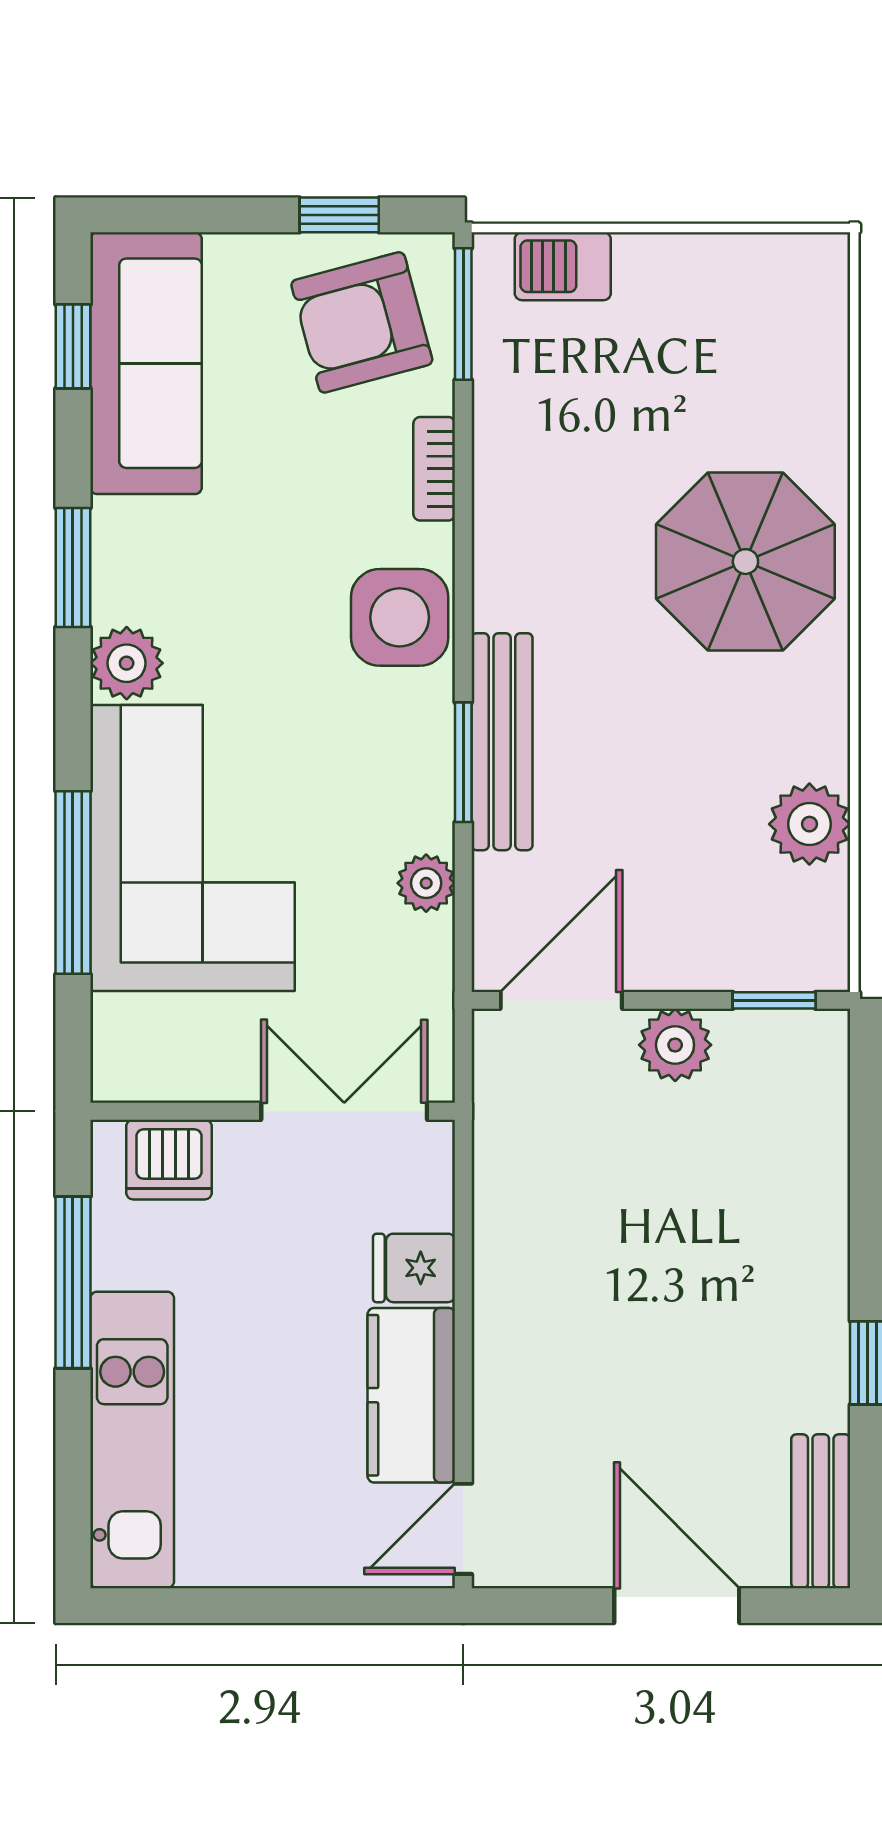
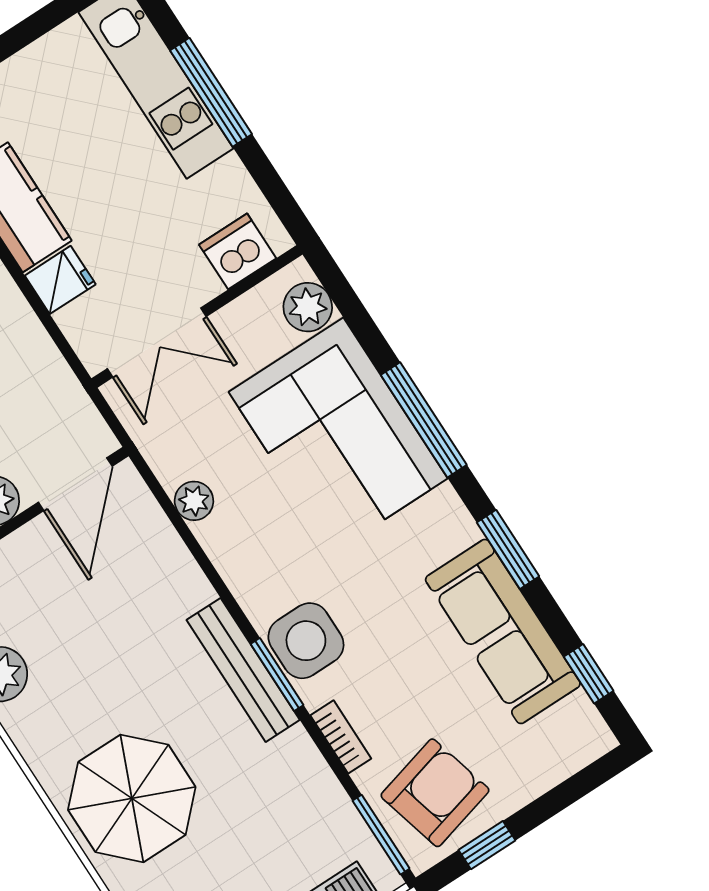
sofa: (146, 363) -> (503, 631), moved
plant: (127, 663) -> (308, 307), moved
bench: (502, 742) -> (243, 670), moved
window: (463, 762) -> (277, 675), moved
window: (73, 883) -> (424, 420), moved
window: (73, 1282) -> (211, 92), moved

